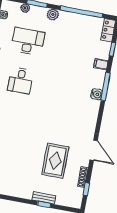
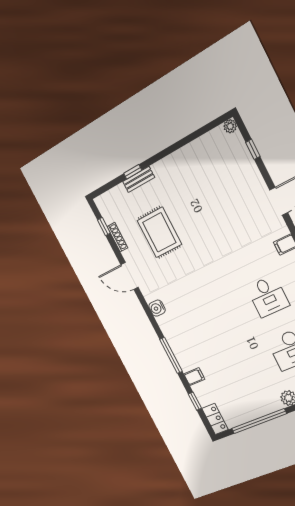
desk: (20, 81) -> (268, 296), turned 180
water cooler: (96, 94) -> (157, 308), moved

